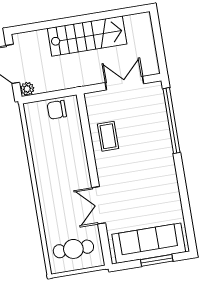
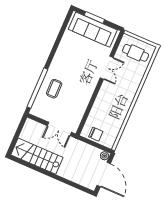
stairs: (87, 36) -> (37, 156), moved
double door: (125, 83) -> (59, 129), moved
coffee table: (108, 136) -> (54, 89), moved

